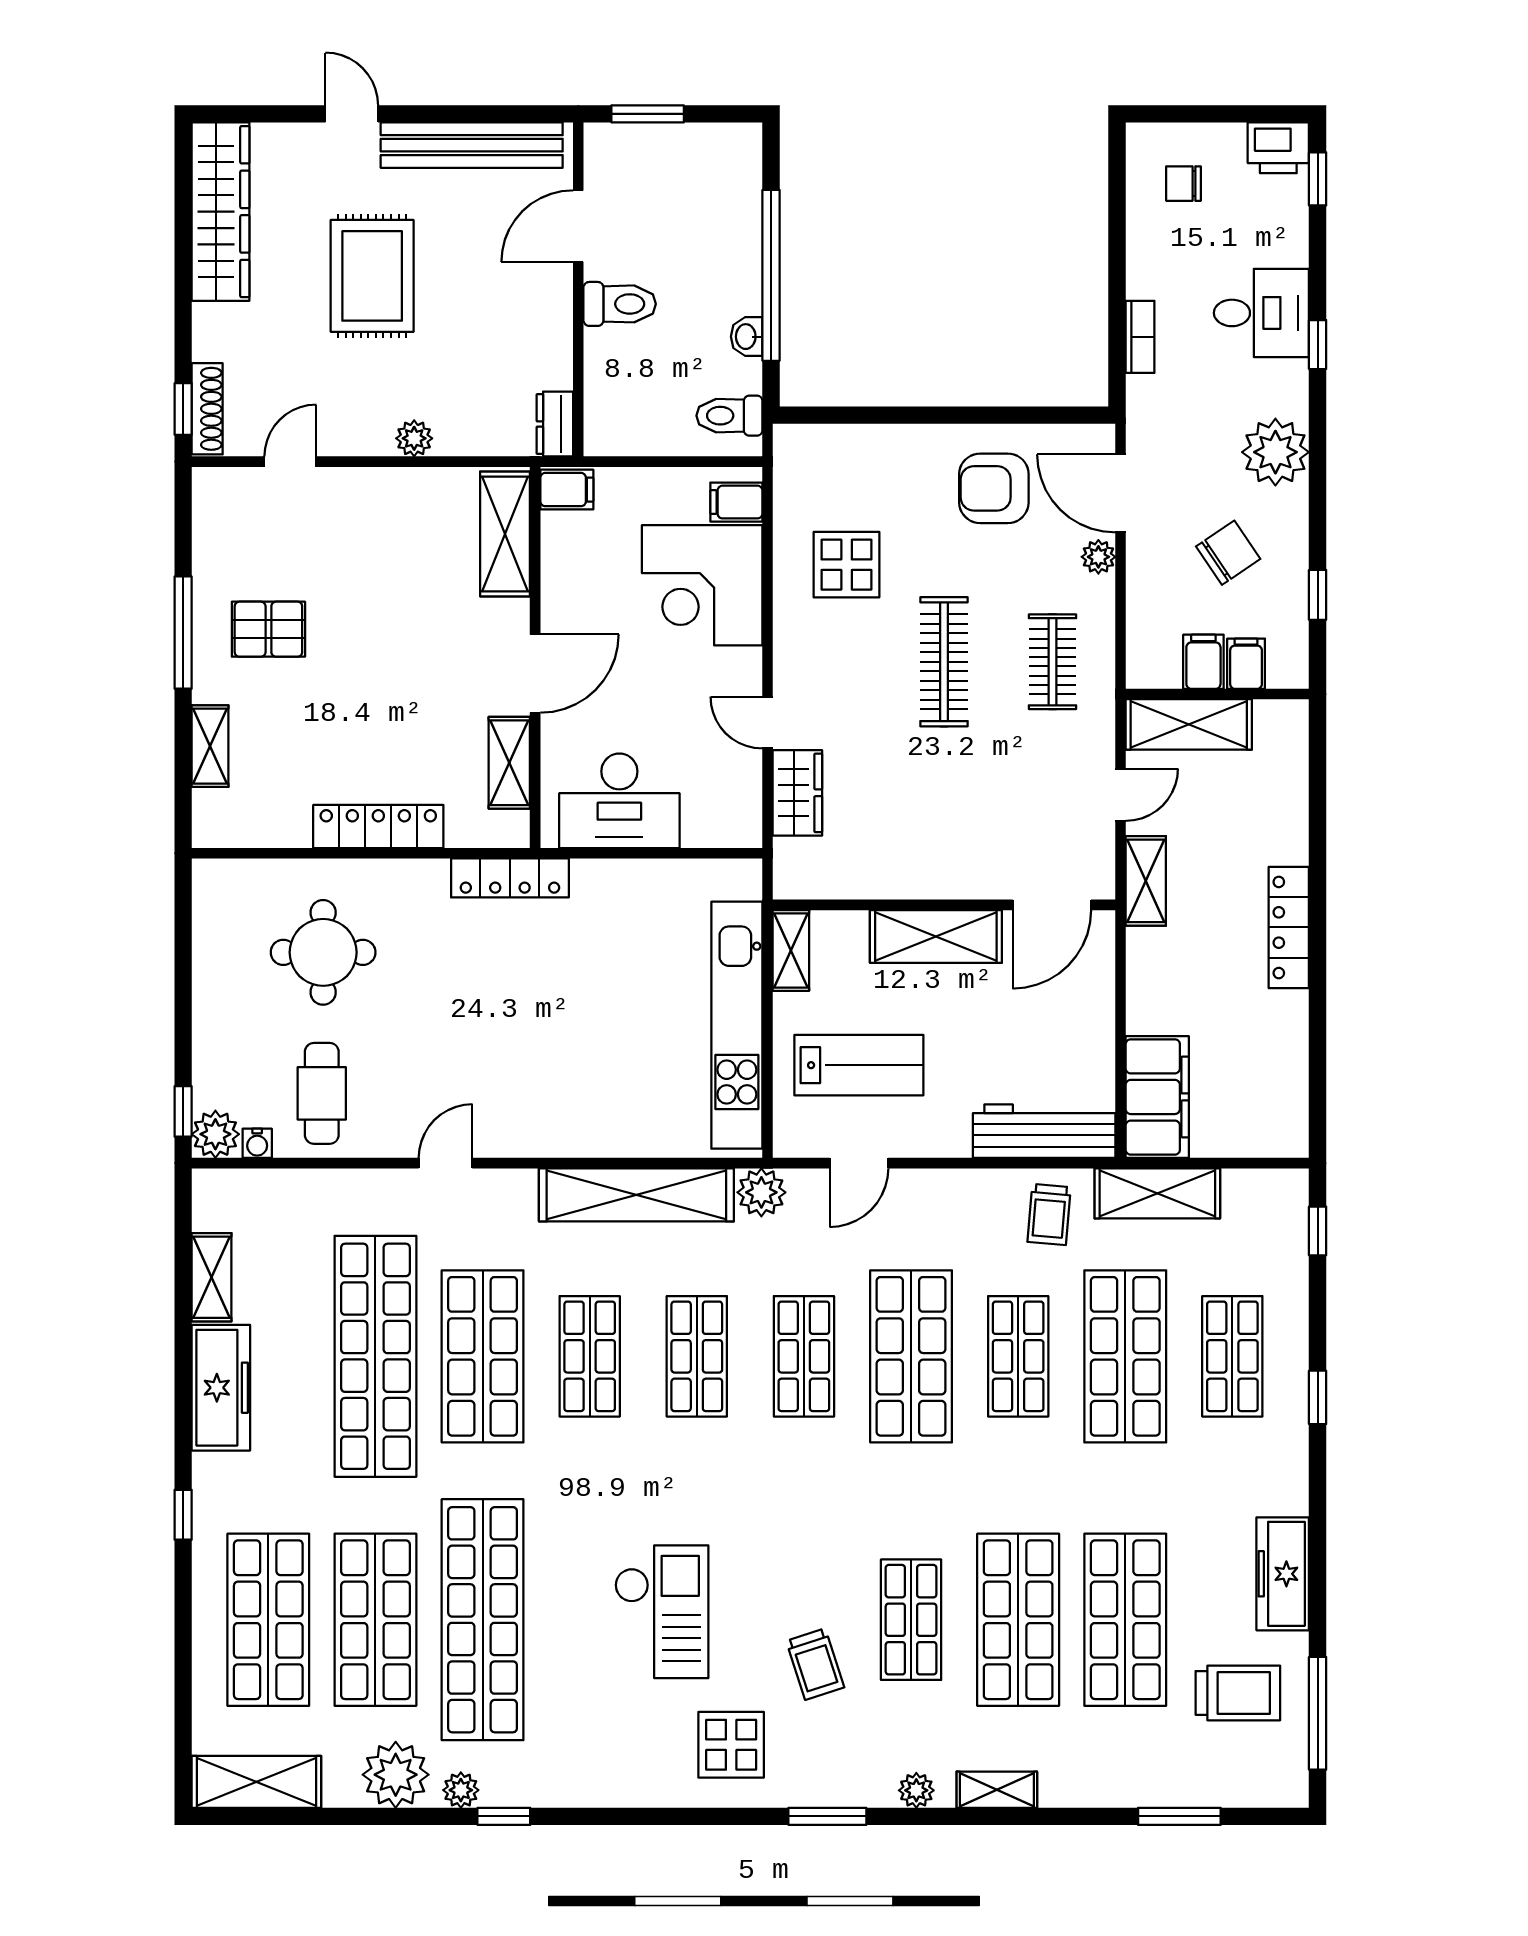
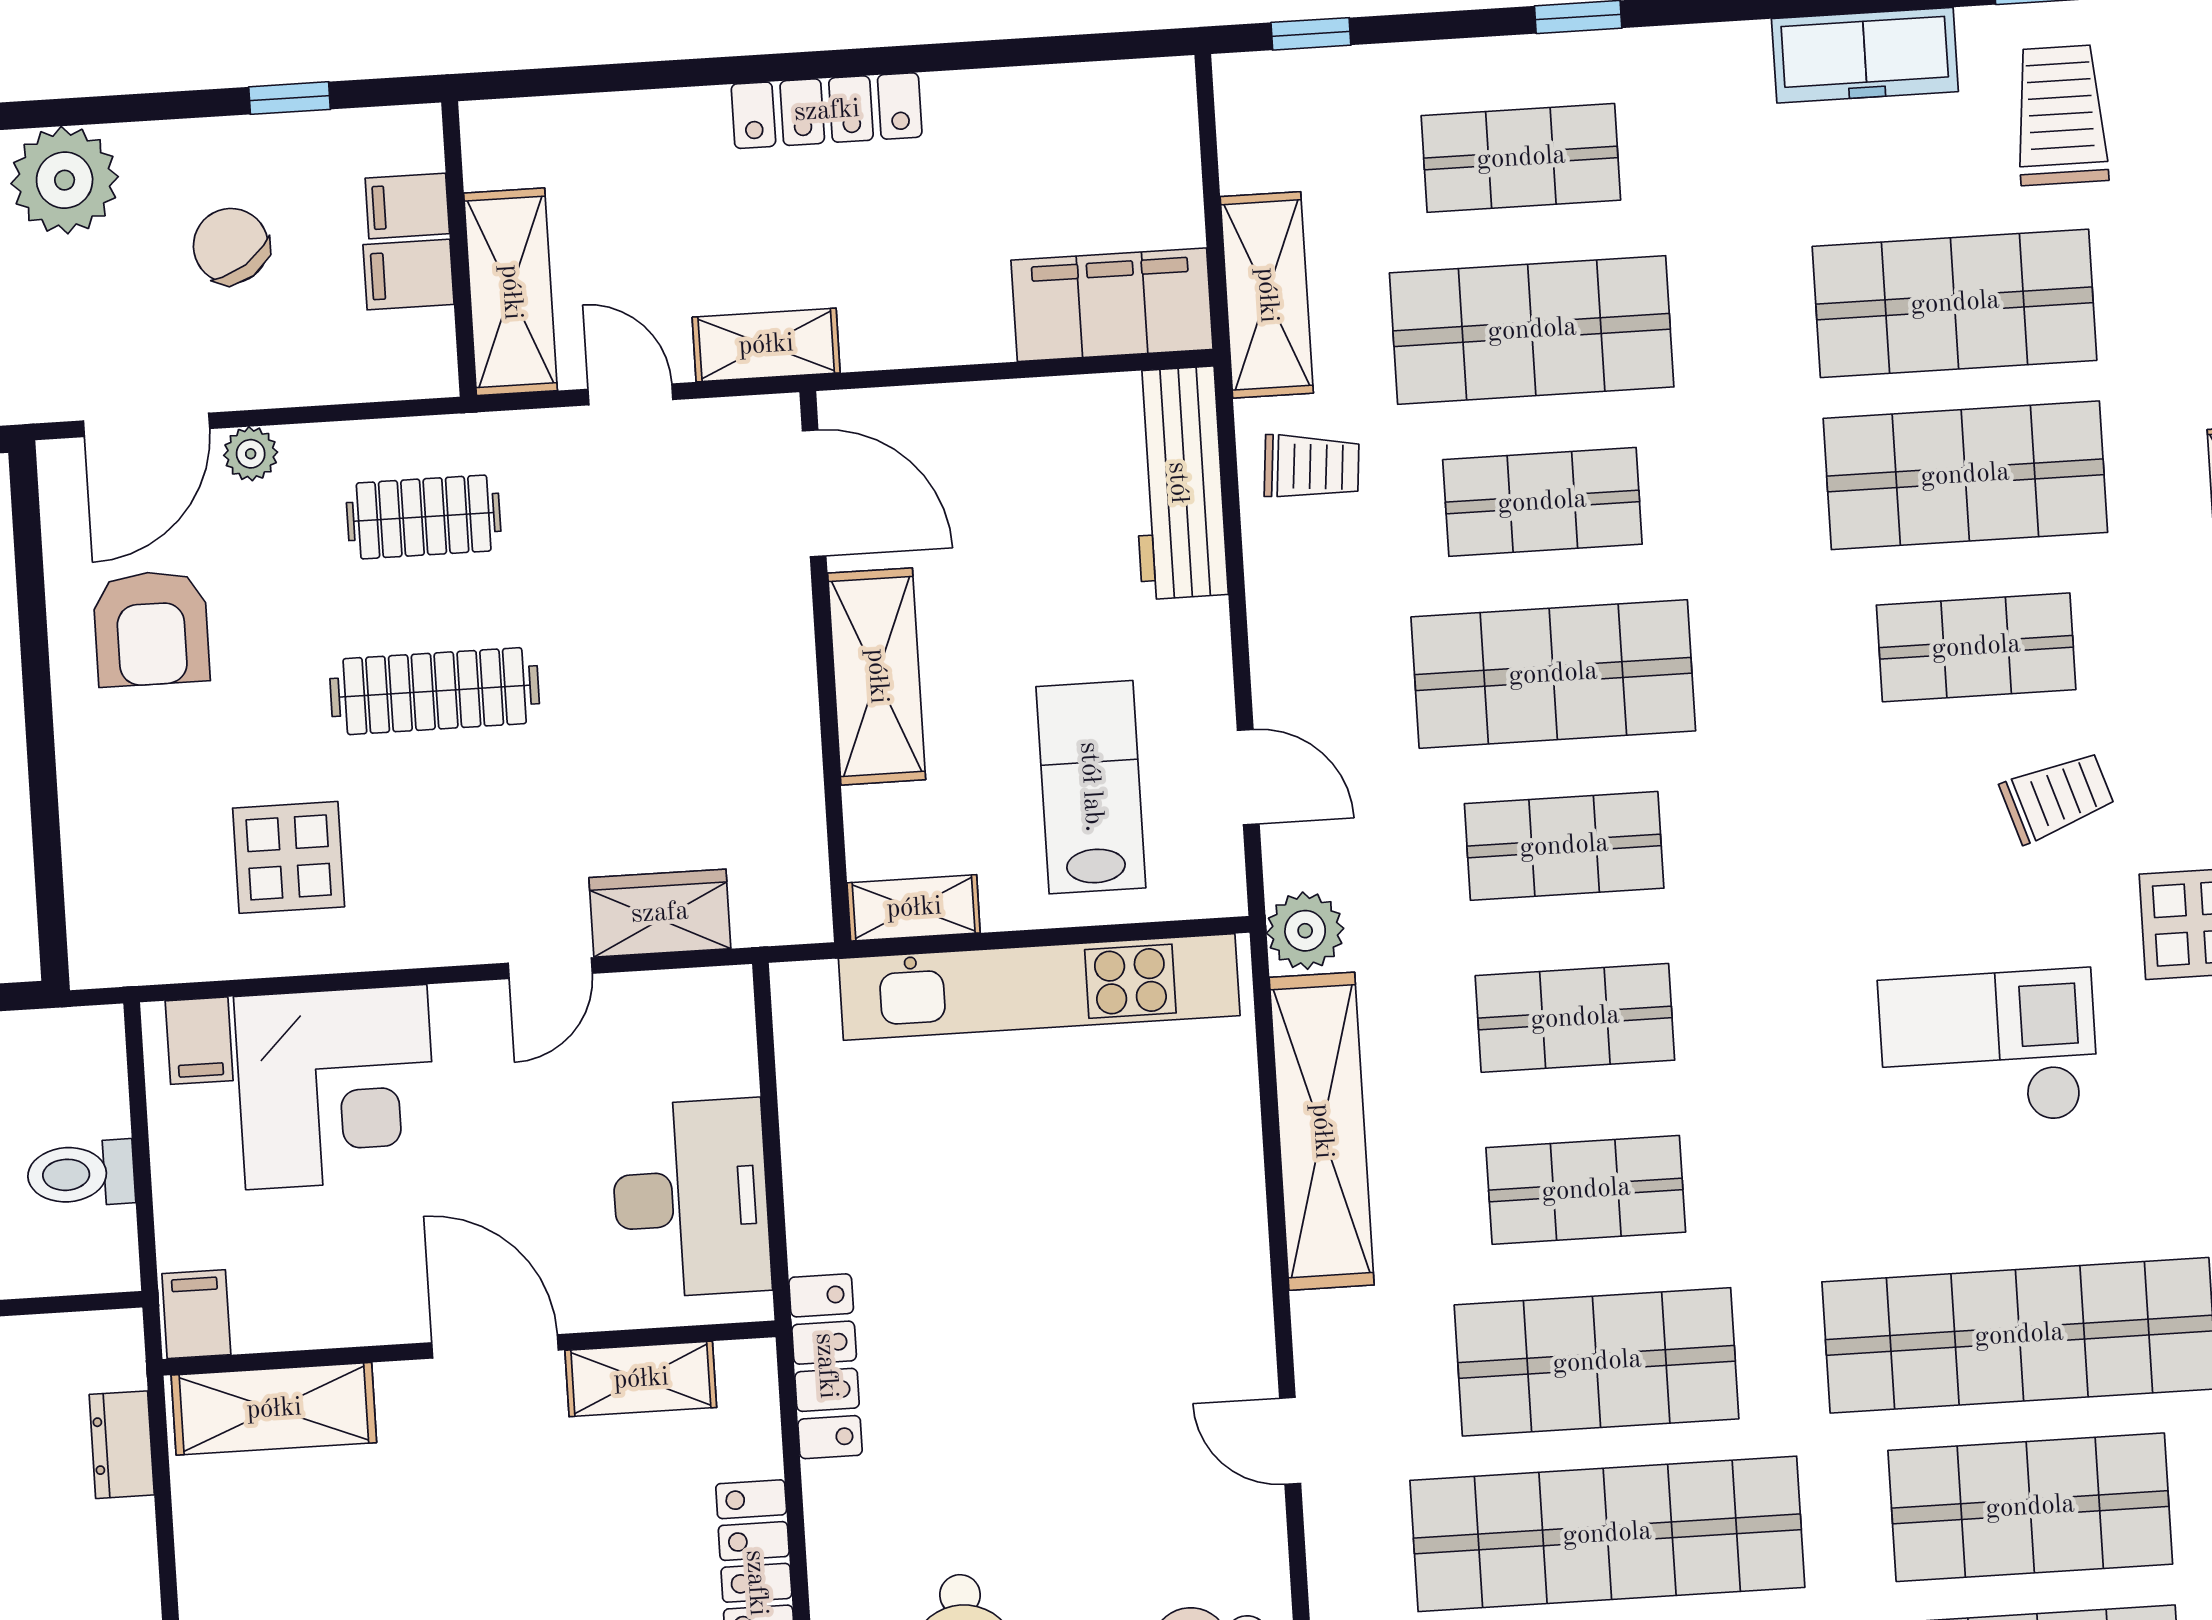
toilet: (729, 416) -> (81, 1174), moved, turned 90
dresser: (555, 424) -> (122, 1445), moved, turned 90
plant: (414, 438) -> (129, 1564), removed

